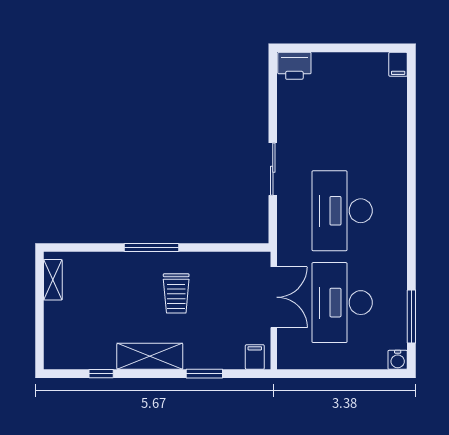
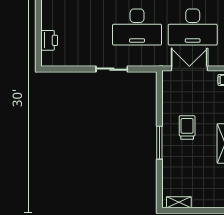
printer: (294, 66) -> (49, 40), moved
trolley: (176, 293) -> (187, 128), turned -90

